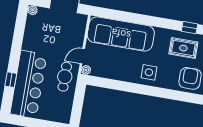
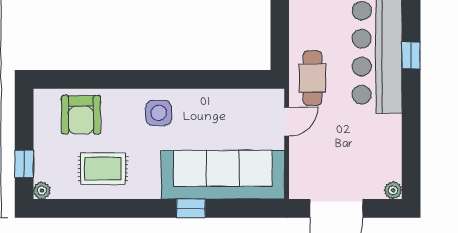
window: (190, 28) -> (191, 208), moved
plant: (86, 70) -> (276, 97), removed

